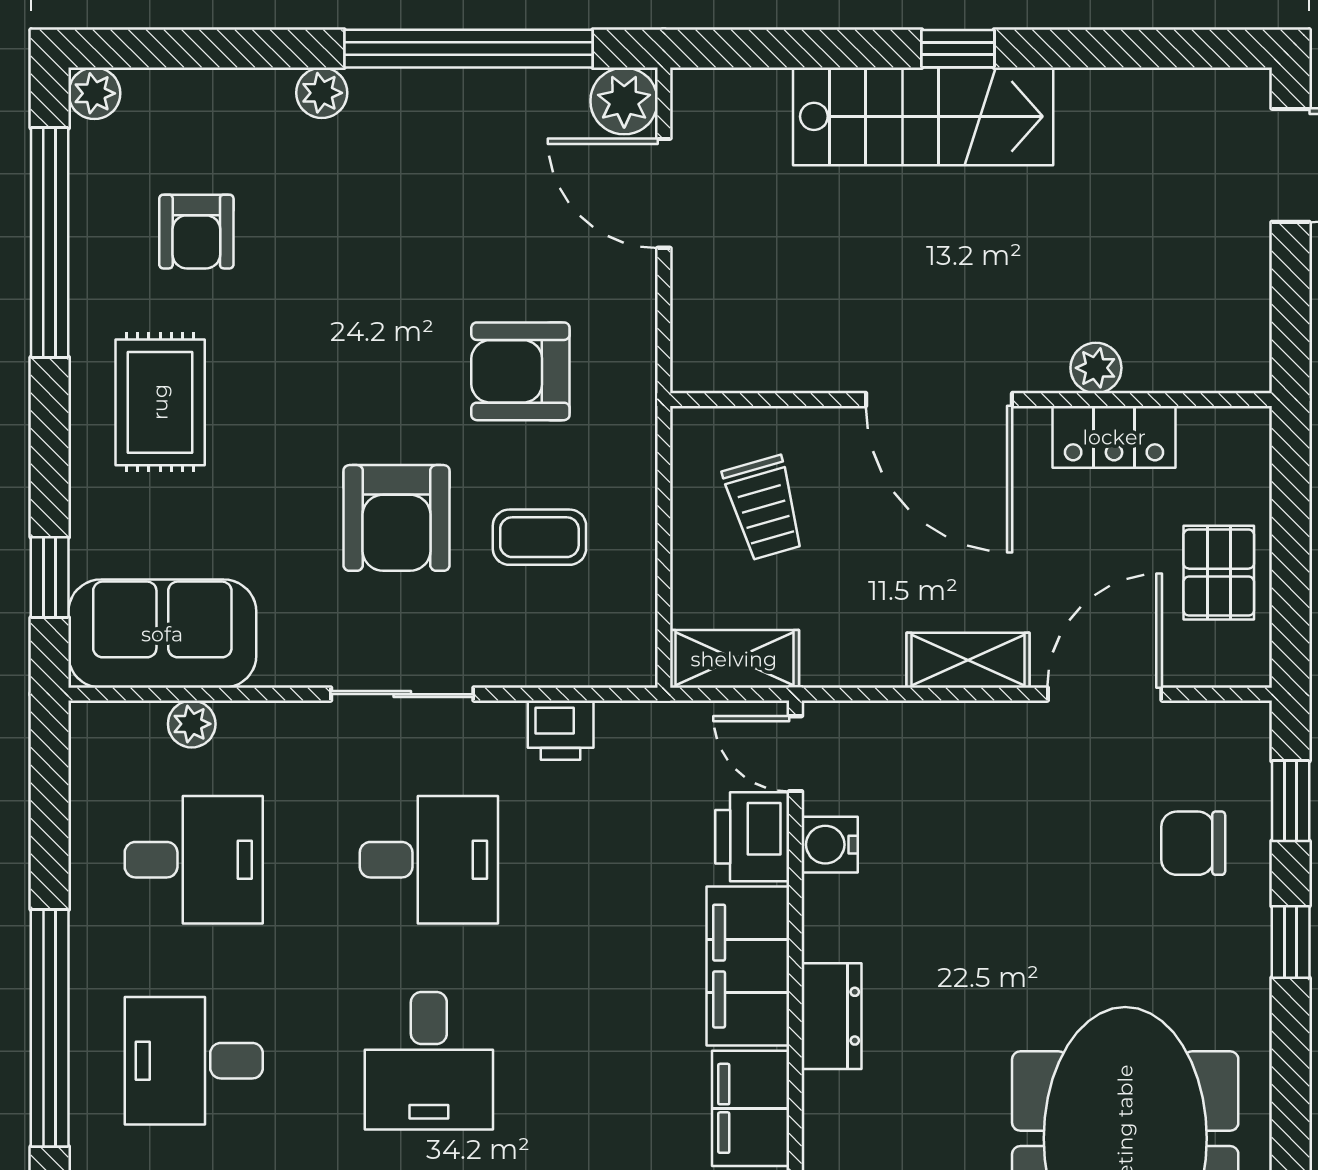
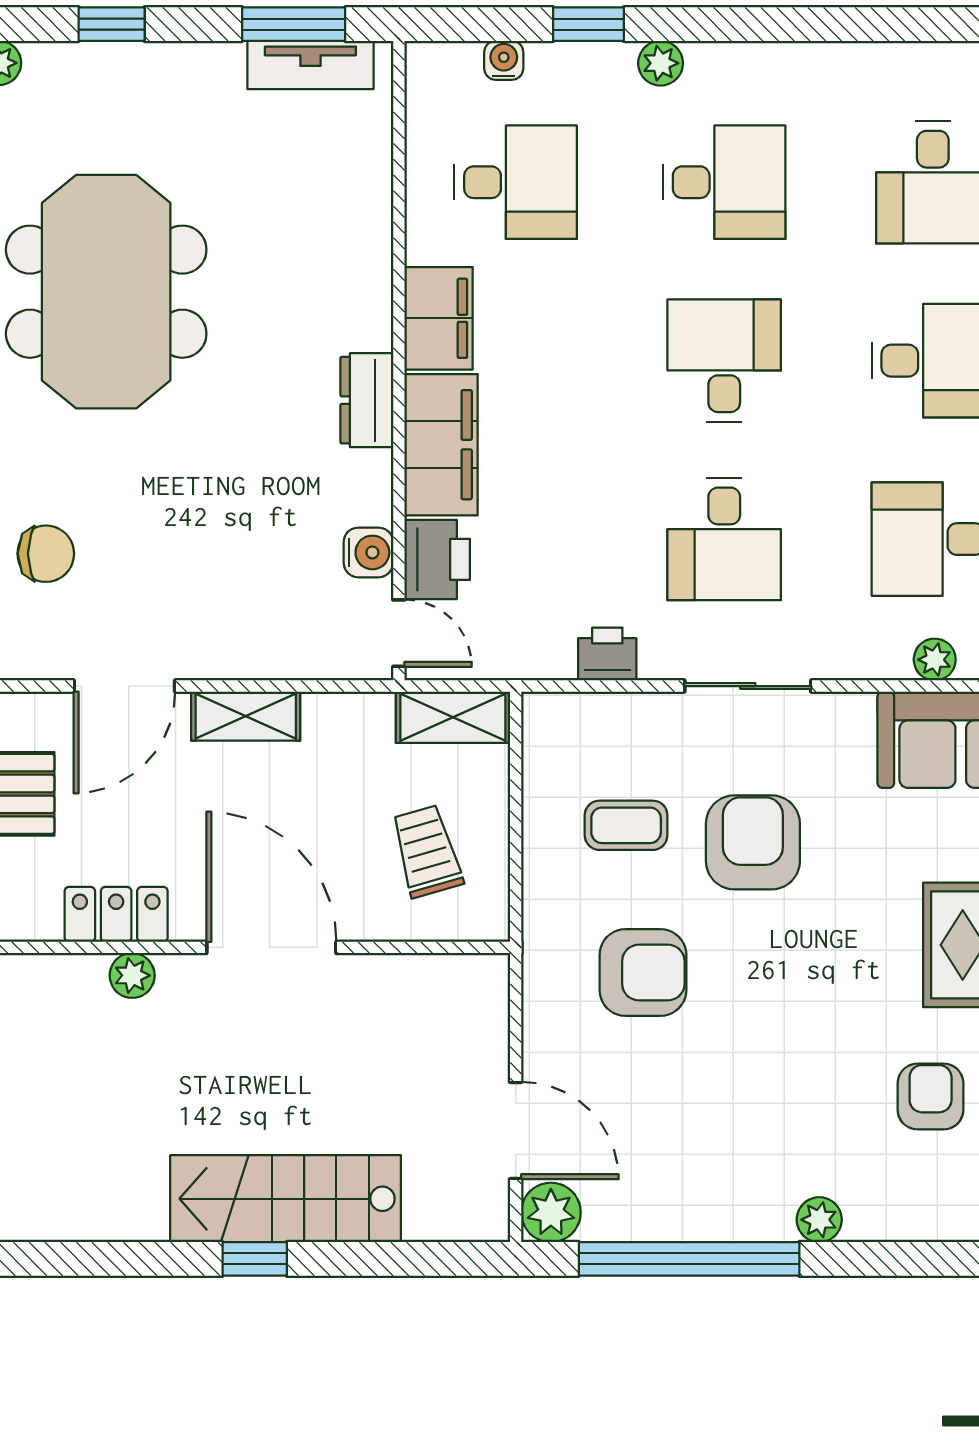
desk: (429, 860) -> (724, 539), turned -90

